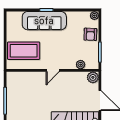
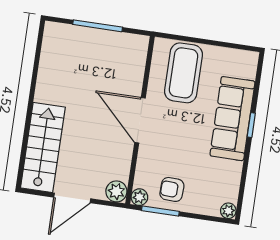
armchair: (90, 34) -> (172, 189), moved
plant: (81, 65) -> (139, 197), moved
door: (53, 70) -> (140, 120), width x1.87

